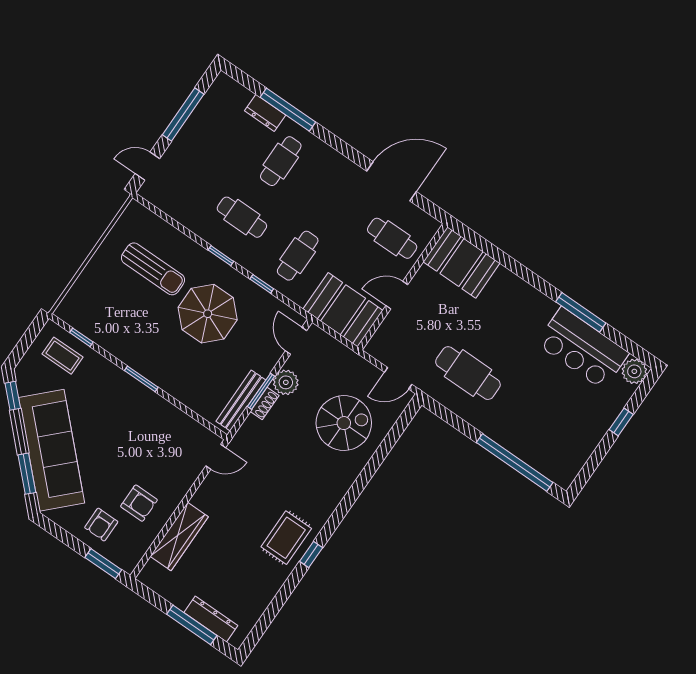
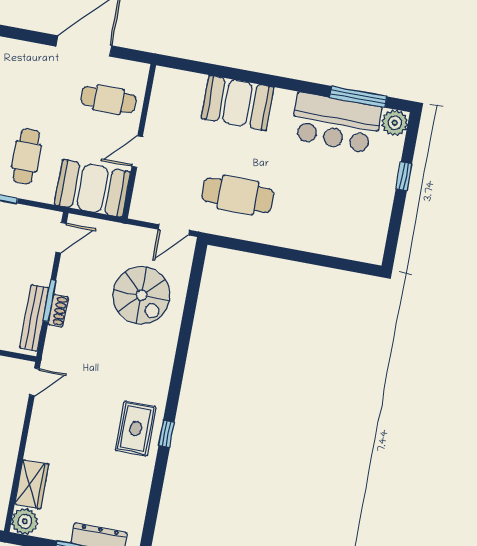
booth: (461, 263) -> (237, 103), moved
window: (581, 312) -> (358, 97), moved
door: (296, 341) -> (61, 238), swing flipped
plant: (286, 382) -> (25, 521), moved
spiral stairs: (344, 423) -> (141, 295), turned 90
window: (515, 462) -> (320, 260), removed
wardrobe: (179, 536) -> (32, 484), width x0.67

